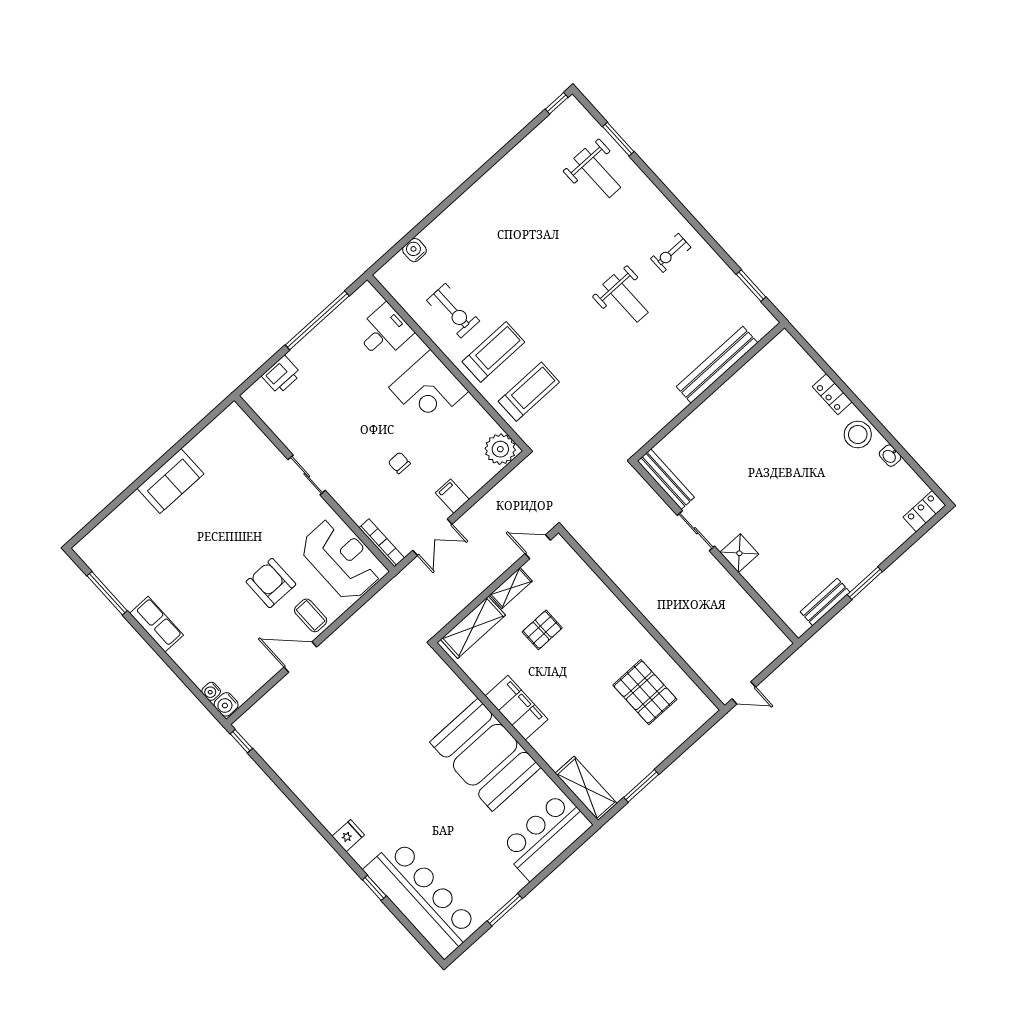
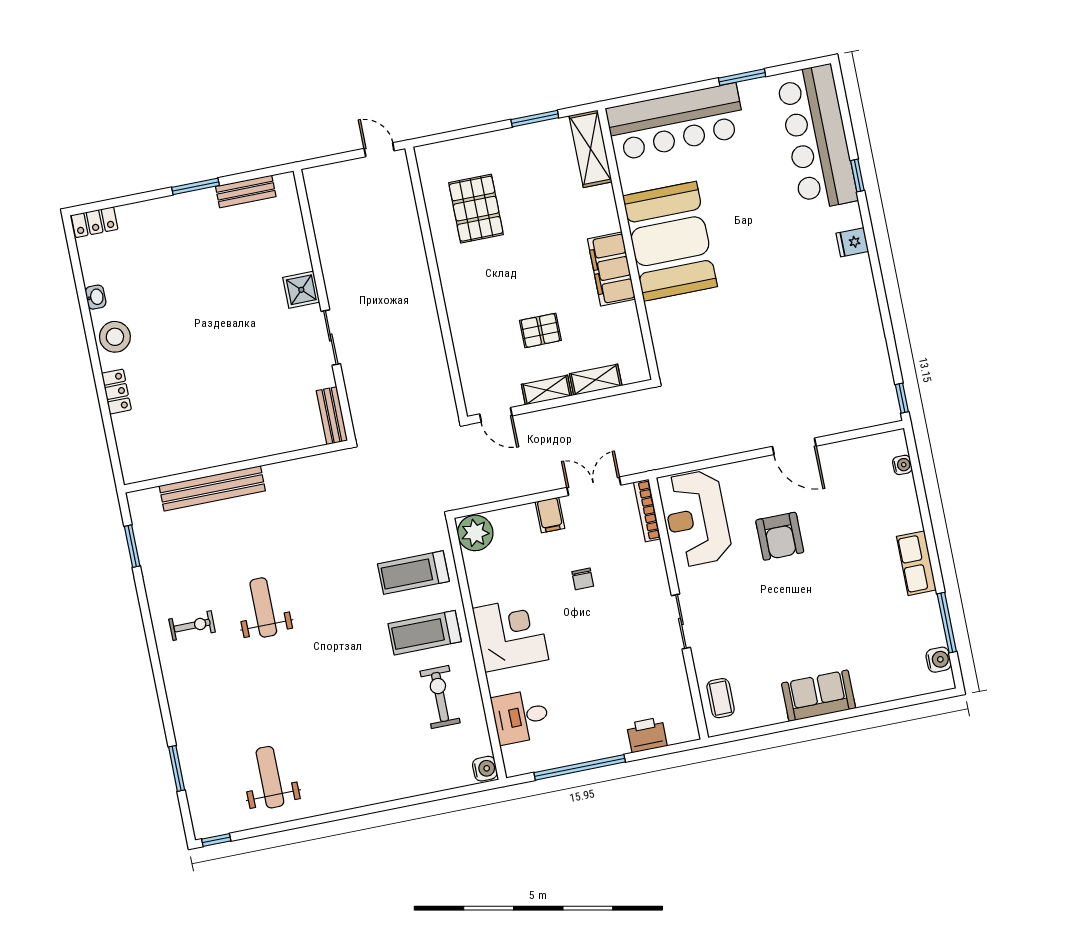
weight bench: (597, 173) -> (270, 777), moved
water cooler: (415, 250) -> (485, 769), moved, turned -90
bench: (666, 479) -> (332, 416), width x0.73
coffee table: (311, 615) -> (721, 698), moved
shelving: (473, 627) -> (596, 380), width x0.67, depth x0.75
water cooler: (226, 704) -> (939, 660), moved
bar counter: (546, 836) -> (676, 122), width x1.36

